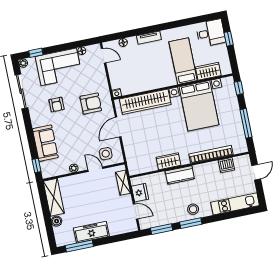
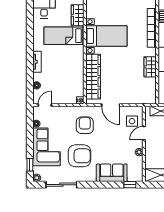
armchair: (57, 105) -> (80, 156), width x1.88, depth x1.88
bed with nightstands: (199, 106) -> (106, 36), width x0.73

